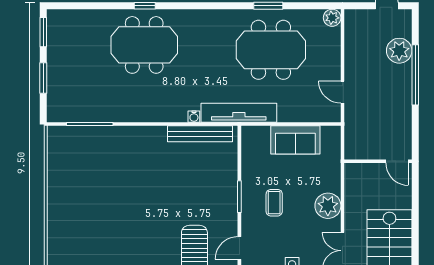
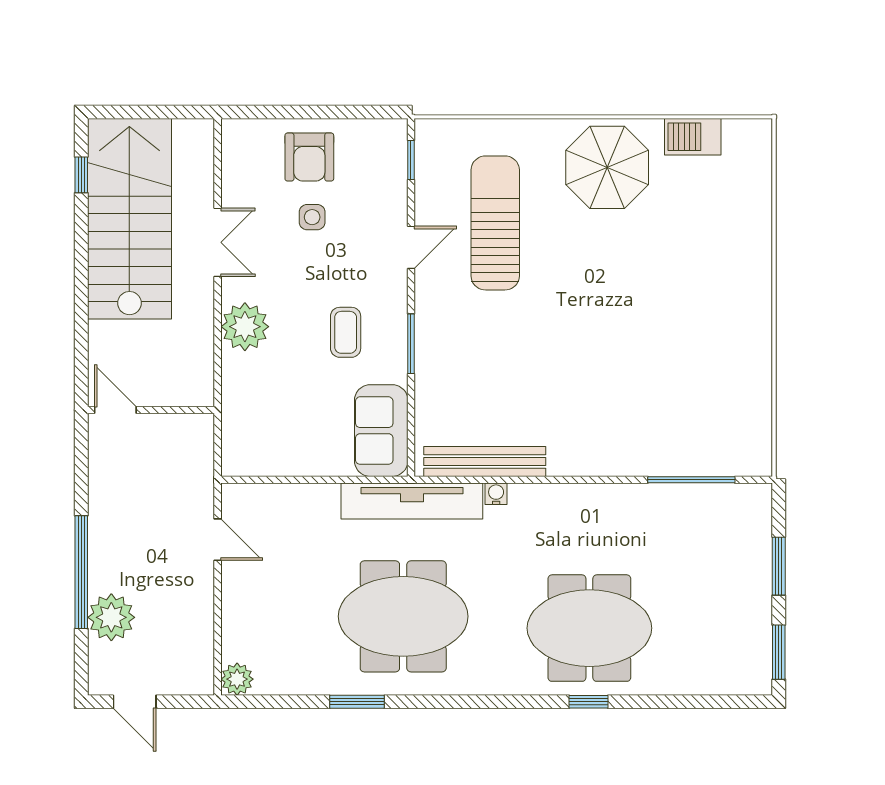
meeting table: (271, 50) -> (403, 616), moved
sofa: (295, 140) -> (381, 431), moved, turned -90

